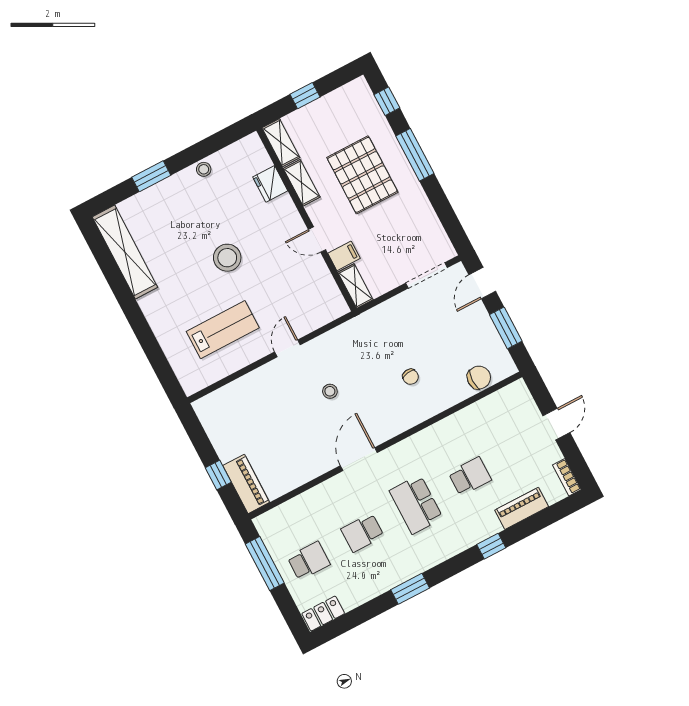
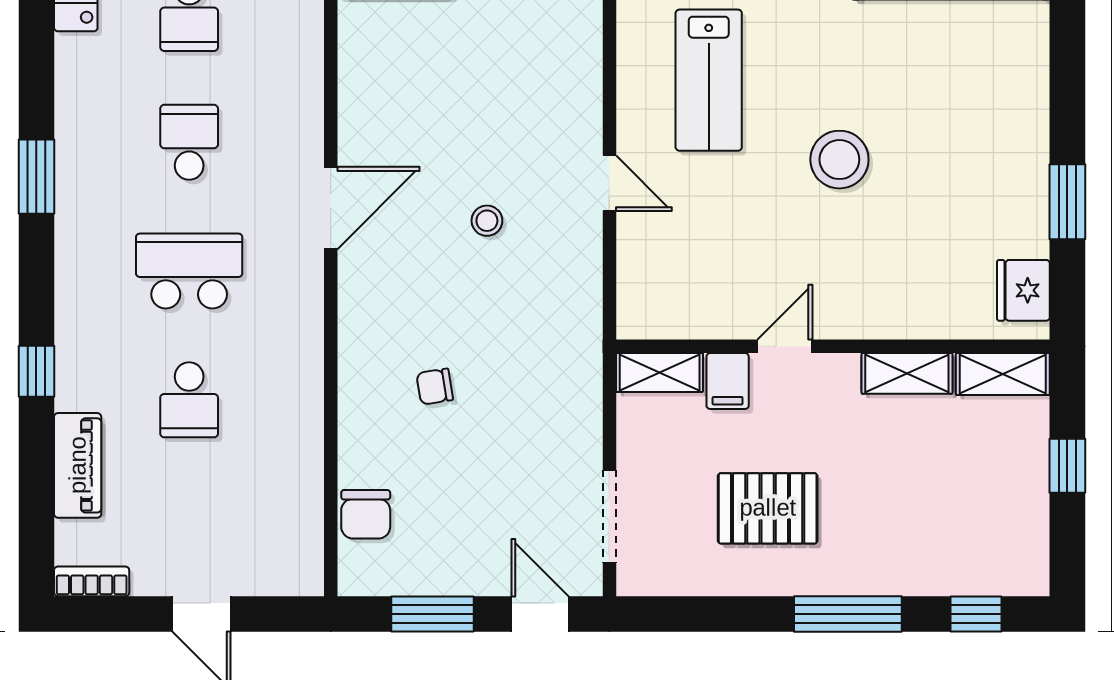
stool: (204, 169) -> (1029, 203), removed
pallet: (362, 175) -> (768, 508), moved, width x0.73, depth x0.71
window: (151, 176) -> (1067, 202), moved
fridge: (270, 184) -> (1023, 290), moved, turned -90
door: (359, 459) -> (331, 208), hinge flipped

